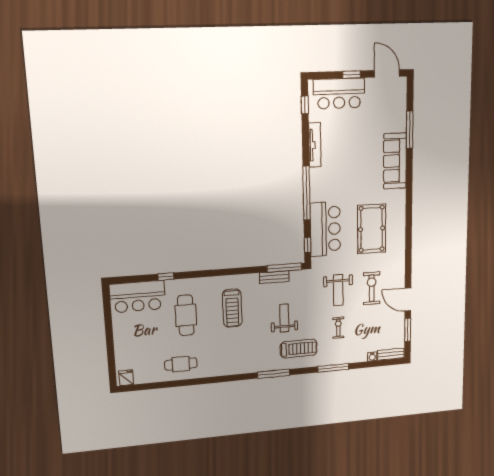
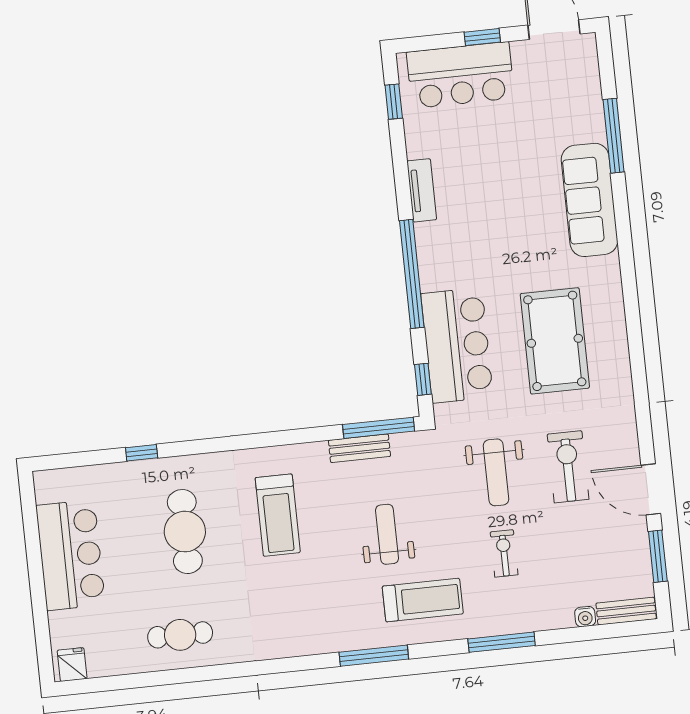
tv unit: (315, 145) -> (422, 190), width x0.71
bar counter: (138, 297) -> (71, 555), moved, turned -90

